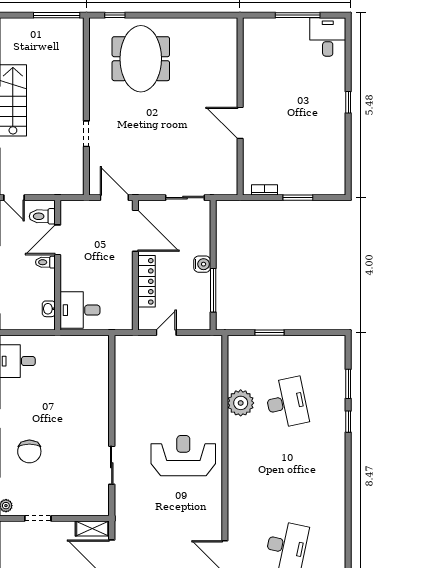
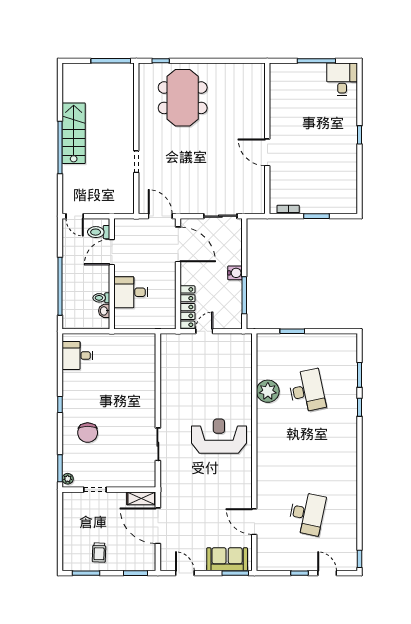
toilet: (45, 262) -> (101, 298), moved
locker: (146, 281) -> (188, 307), moved
desk: (80, 310) -> (131, 292), moved

